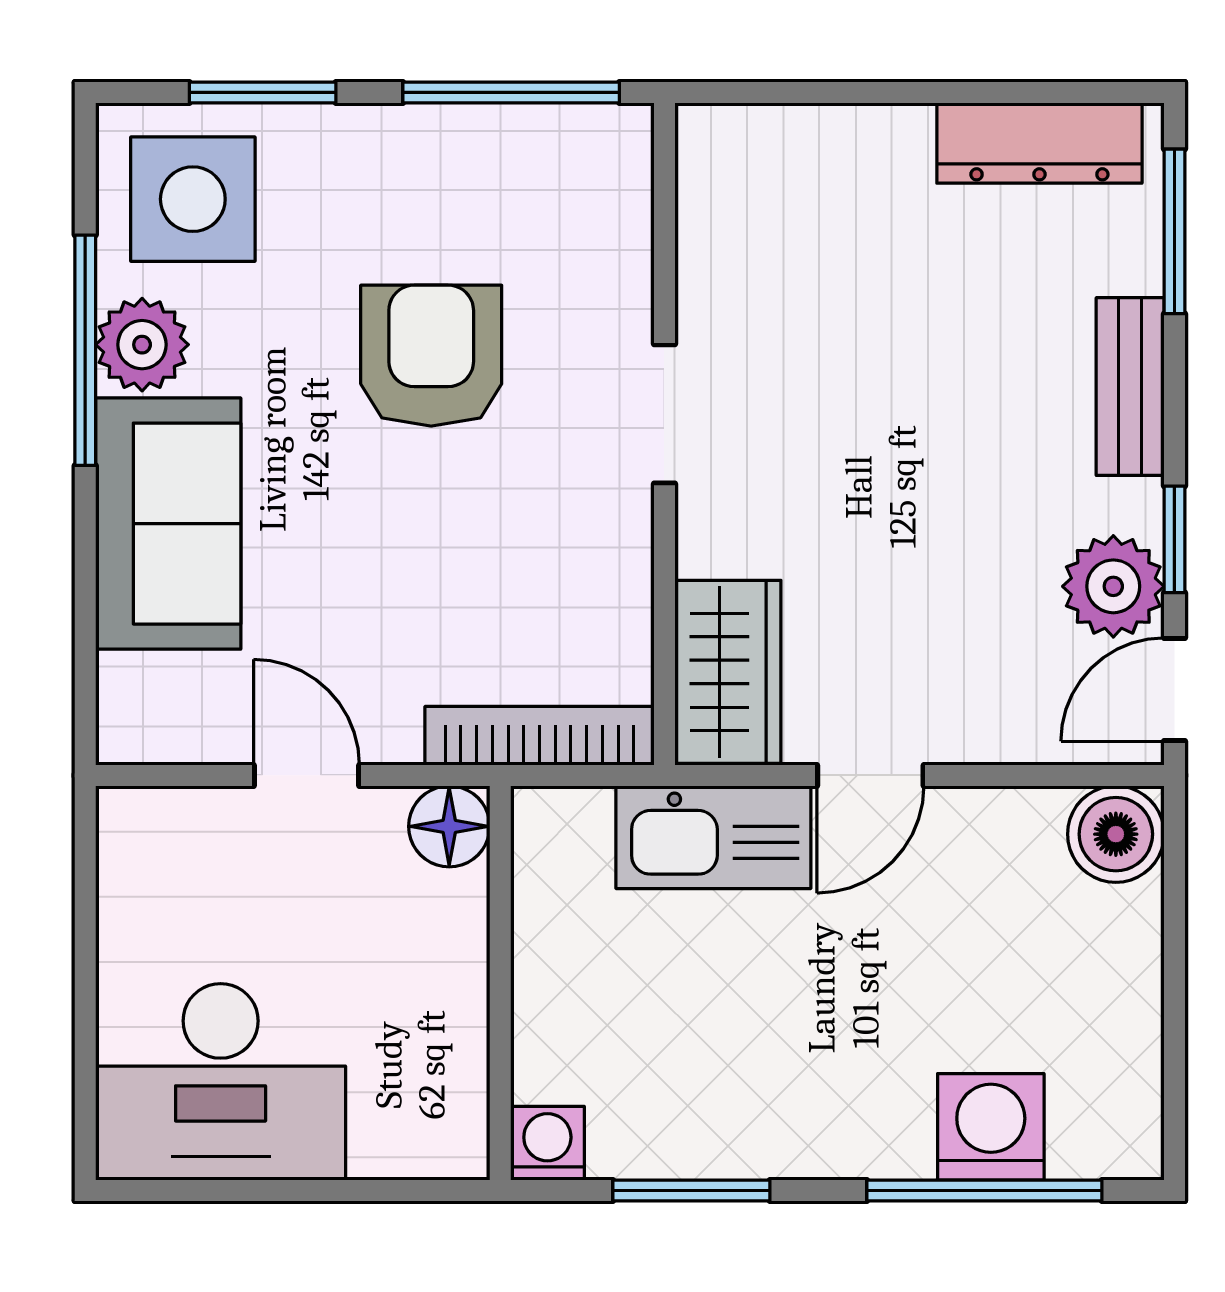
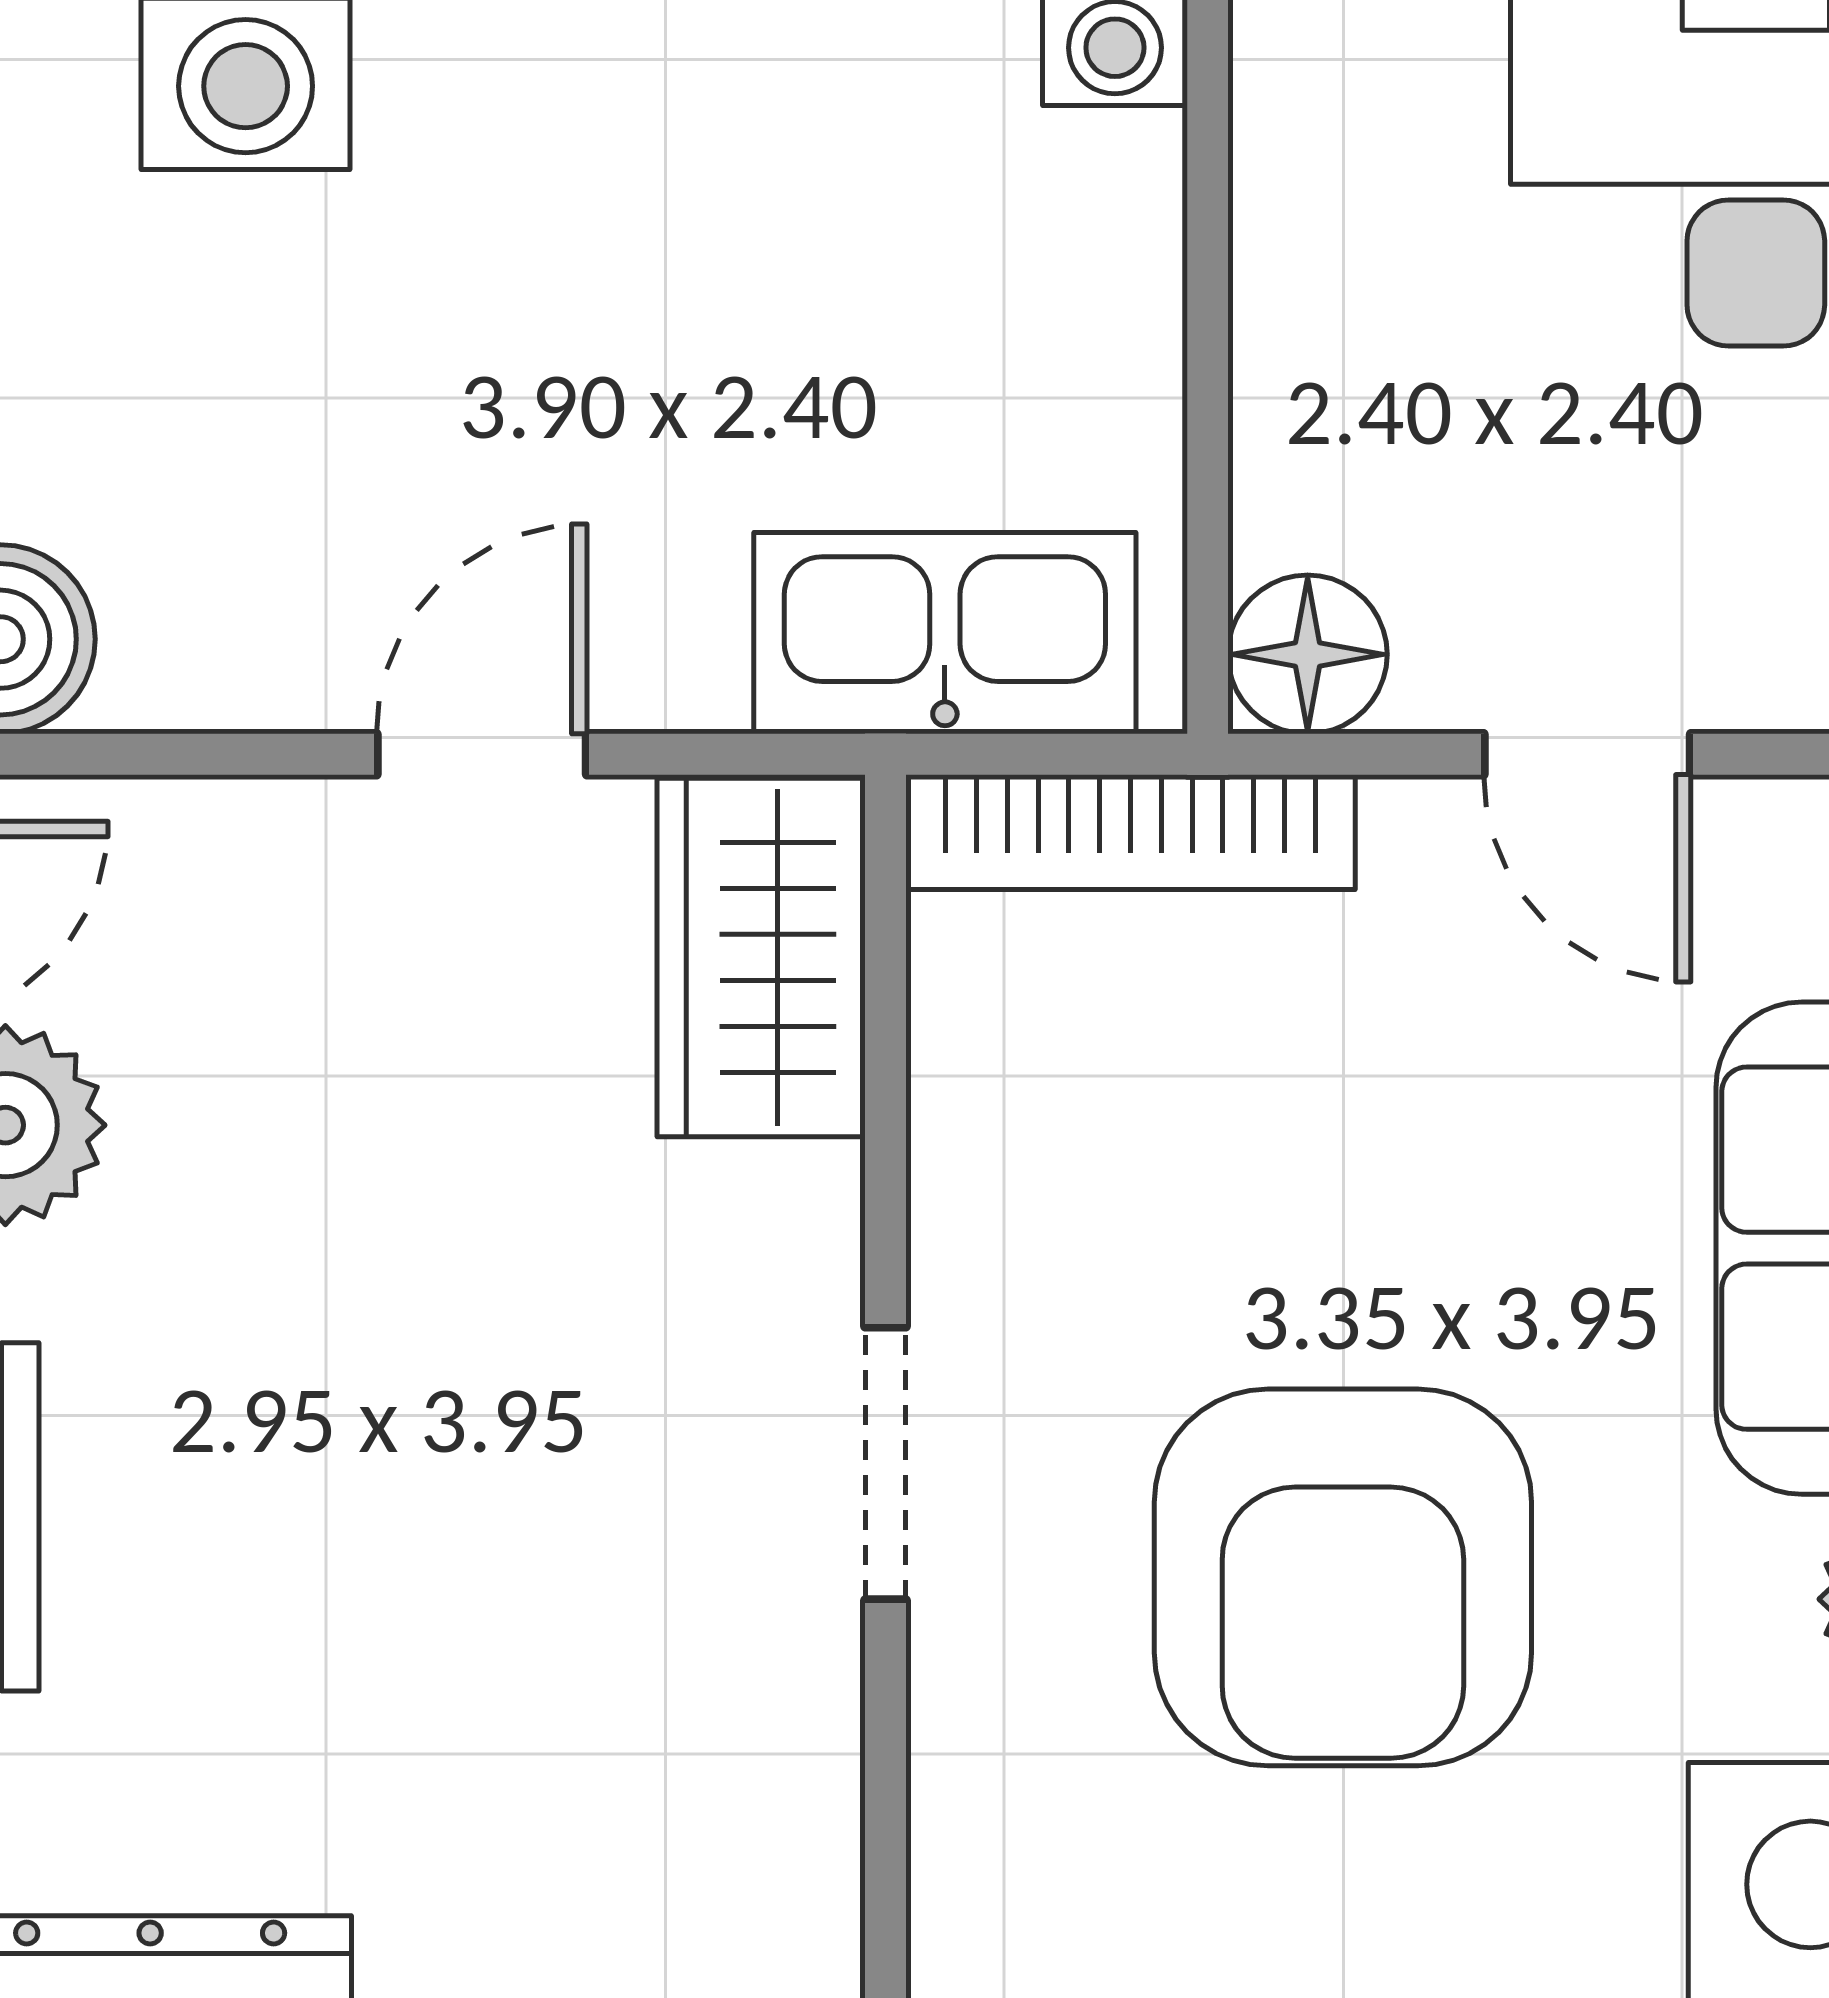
armchair: (431, 356) -> (1343, 1577), width x1.36, depth x1.36
kitchen sink: (713, 837) -> (945, 633), moved

